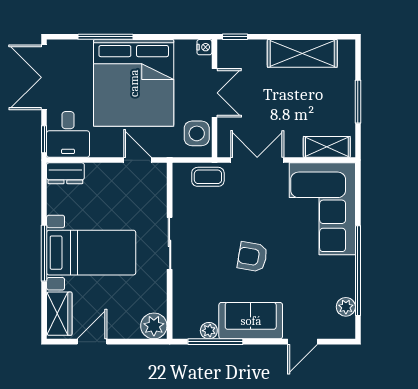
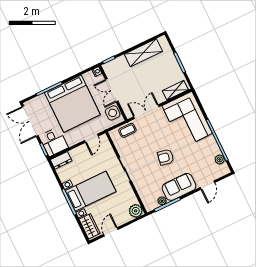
double door: (214, 93) -> (112, 90), swing flipped
door: (137, 160) -> (91, 138), swing flipped

